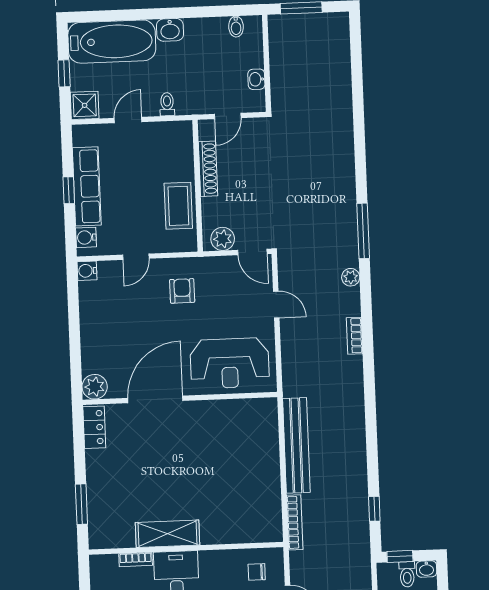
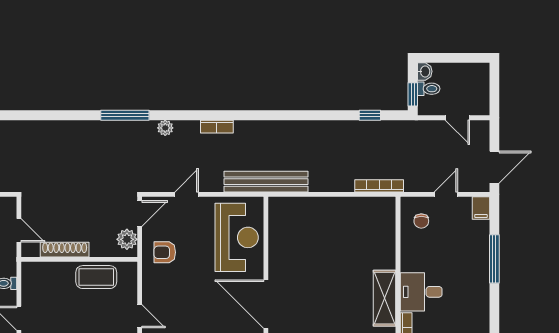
armchair: (182, 291) -> (165, 252), moved
bench: (296, 445) -> (266, 182), moved

